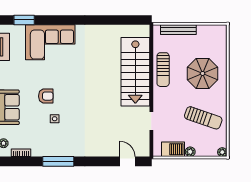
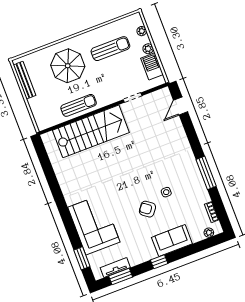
bench: (178, 30) -> (25, 80), moved
armchair: (46, 96) -> (147, 209), turned -53
sun lounger: (203, 118) -> (110, 49), turned 71
plant: (222, 152) -> (142, 31), moved

